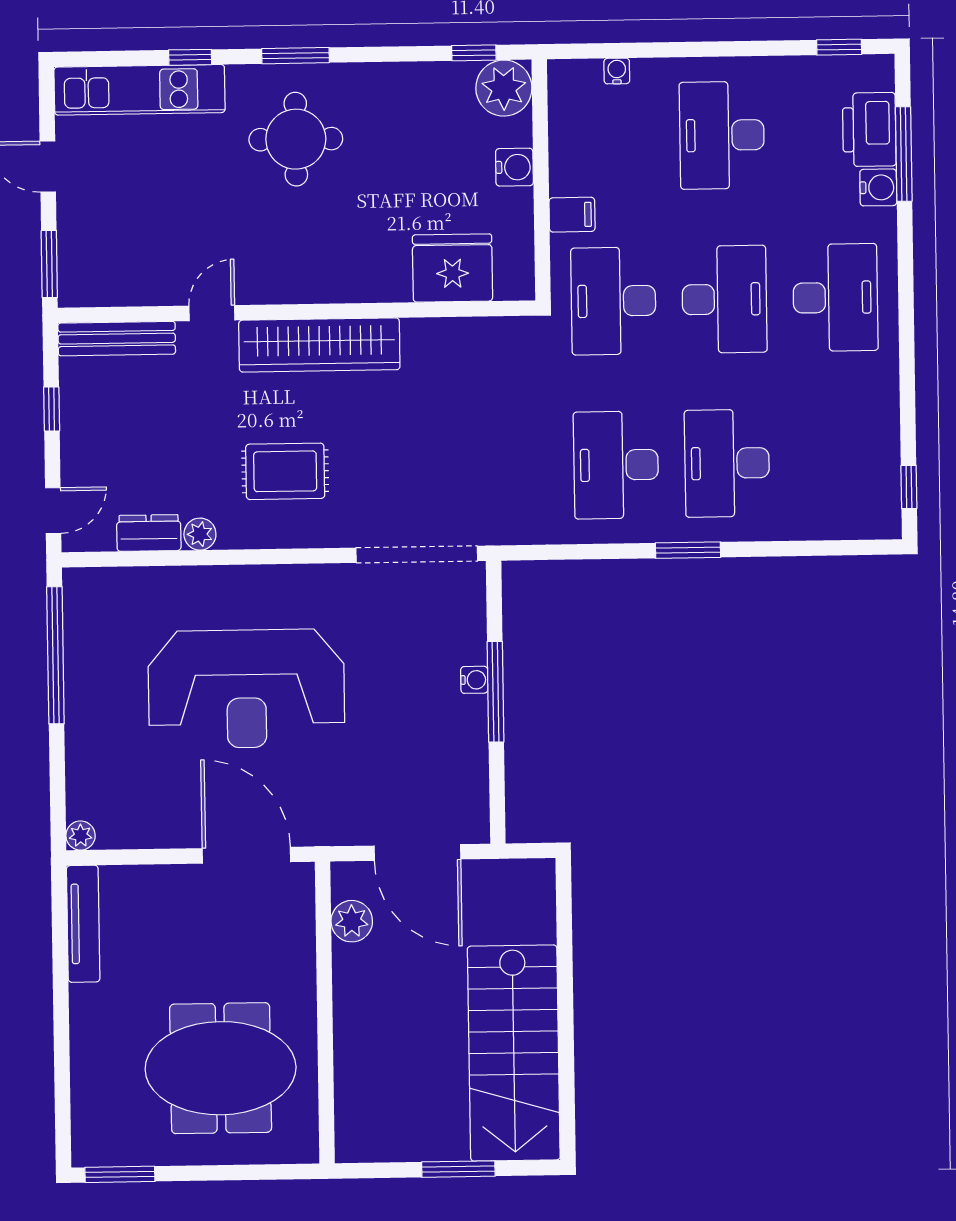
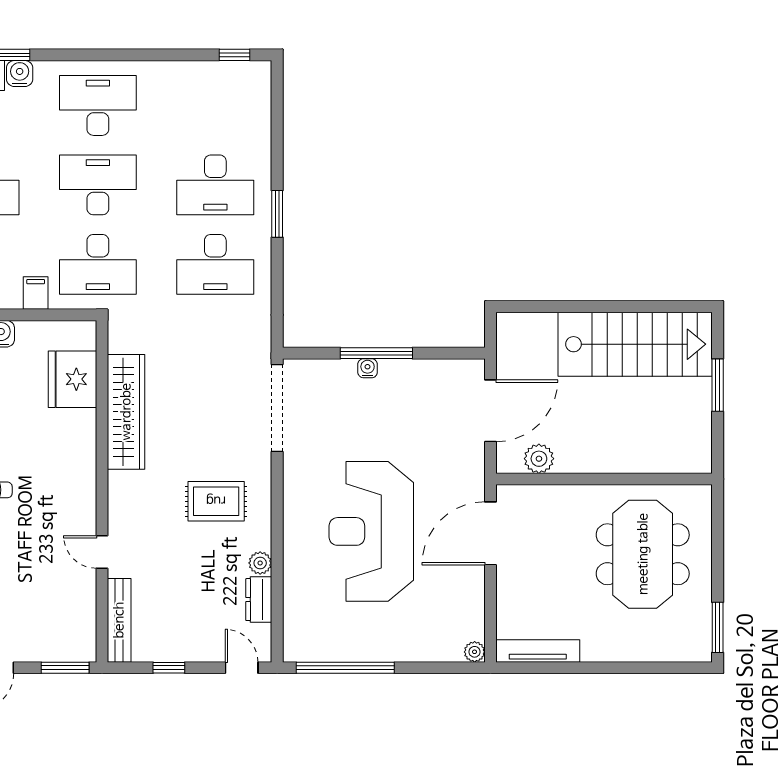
wardrobe: (319, 345) -> (126, 412), moved
rug: (285, 471) -> (216, 501), turned 90
reception desk: (246, 689) -> (371, 531), turned 180

